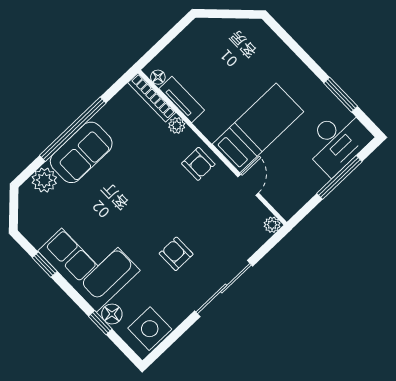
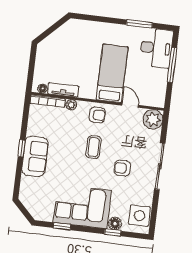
window: (73, 129) -> (22, 148), width x0.32
plant: (44, 180) -> (28, 185), removed
coffee table: (162, 199) -> (94, 147), added
plant: (272, 225) -> (153, 119), width x1.88, depth x1.88

